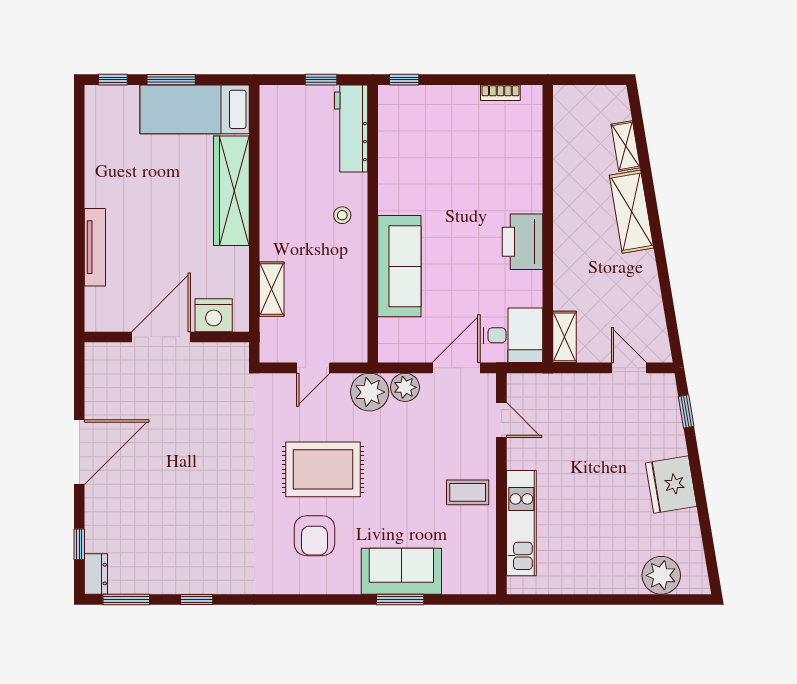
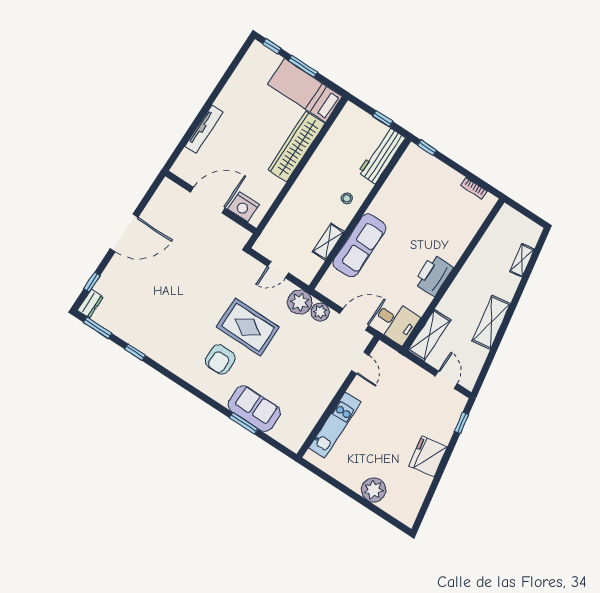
shelving: (631, 212) -> (491, 322), moved
shelving: (272, 289) -> (328, 242), moved
shelving: (564, 337) -> (429, 335), width x1.50, depth x1.33
coffee table: (468, 492) -> (317, 390), removed
plant: (661, 575) -> (374, 490), moved

